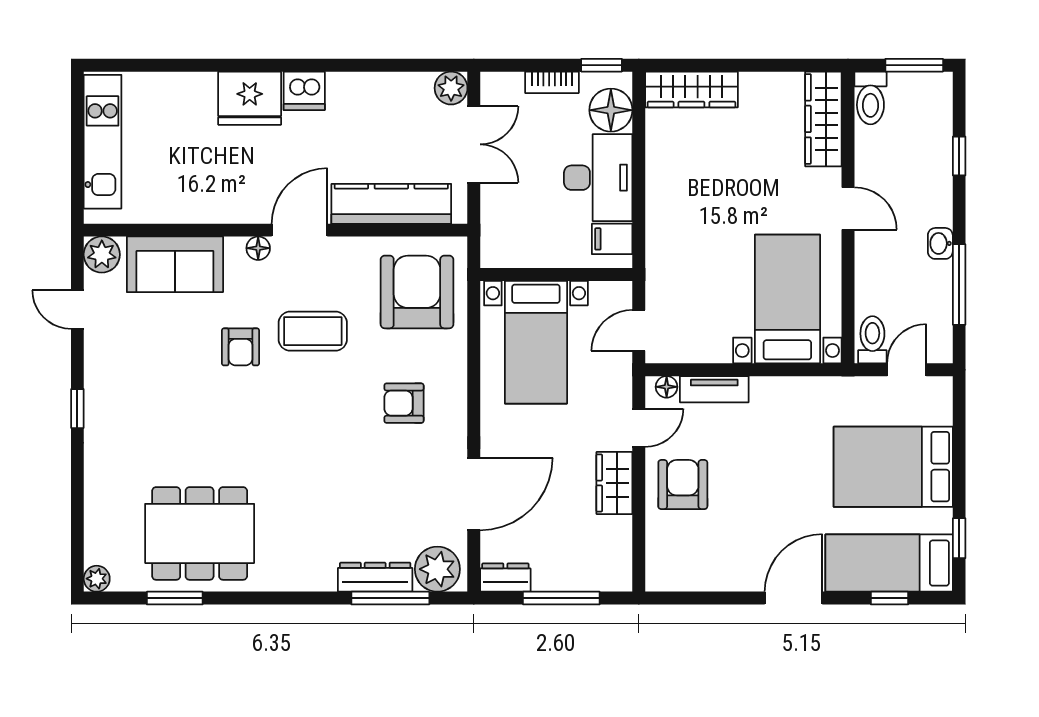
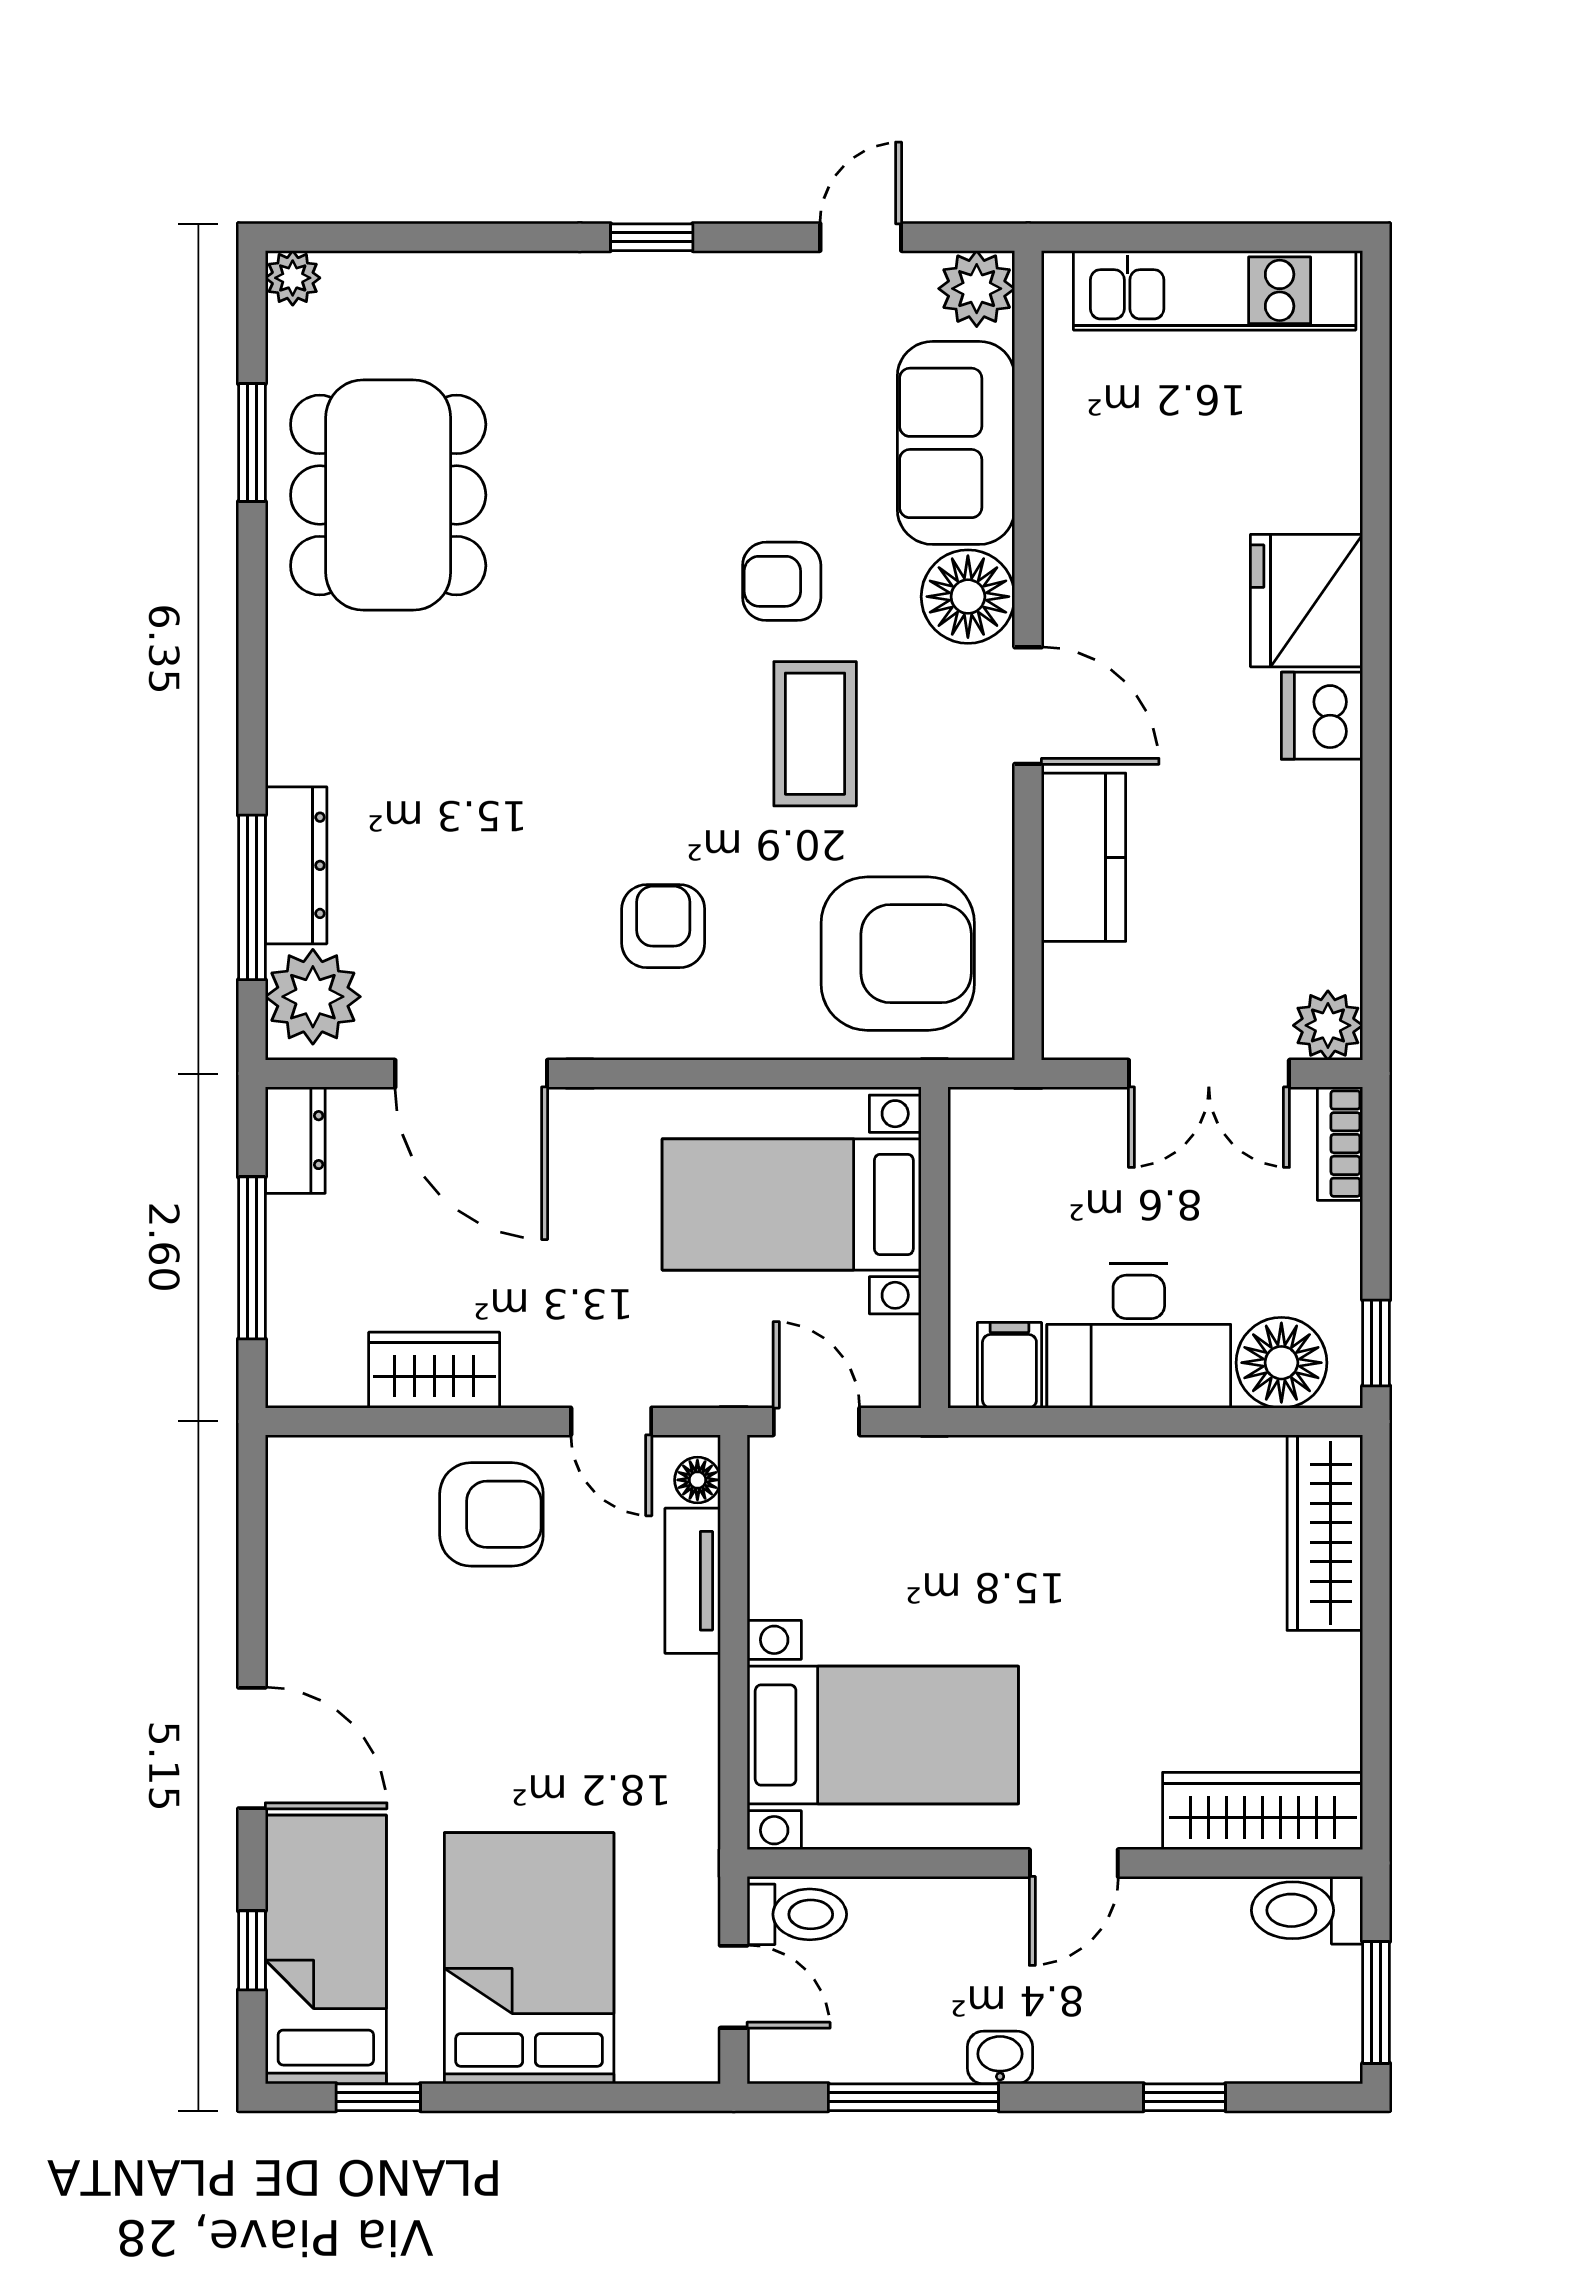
bookcase: (552, 82) -> (1340, 1144), moved
kitchen counter: (391, 204) -> (1084, 857), width x0.67
floor lamp: (258, 248) -> (968, 597), width x1.89, depth x1.89
wardrobe: (614, 483) -> (434, 1370), moved

